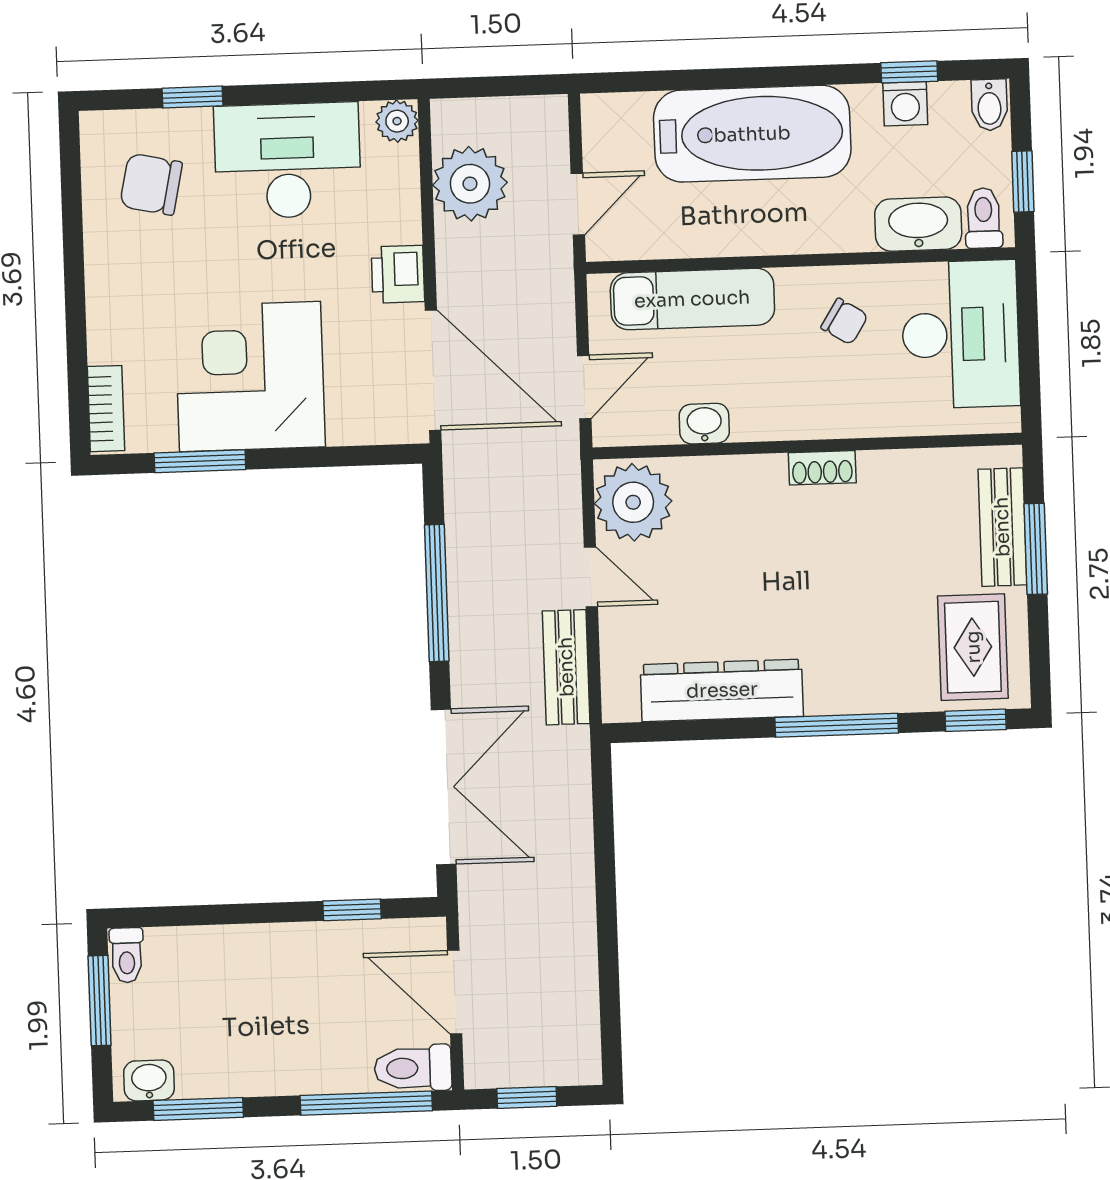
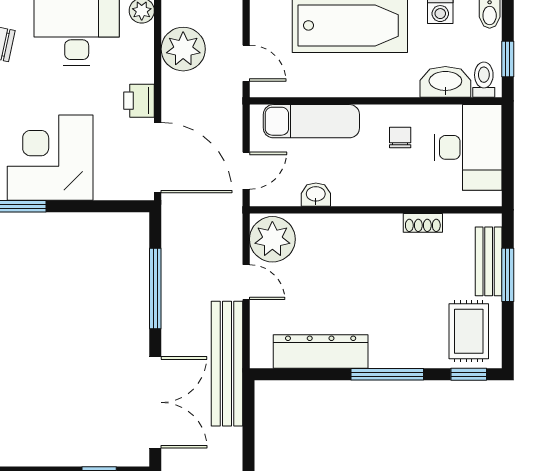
door: (578, 204) -> (246, 63), hinge flipped
chair: (844, 321) -> (400, 138), turned -122
shoe rack: (822, 468) -> (423, 223), moved
bench: (566, 667) -> (227, 364), width x1.86, depth x1.21

